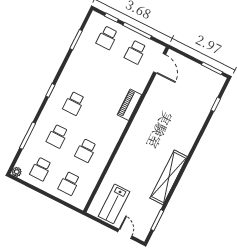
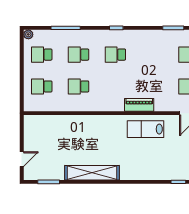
lab bench: (114, 204) -> (145, 129), moved

